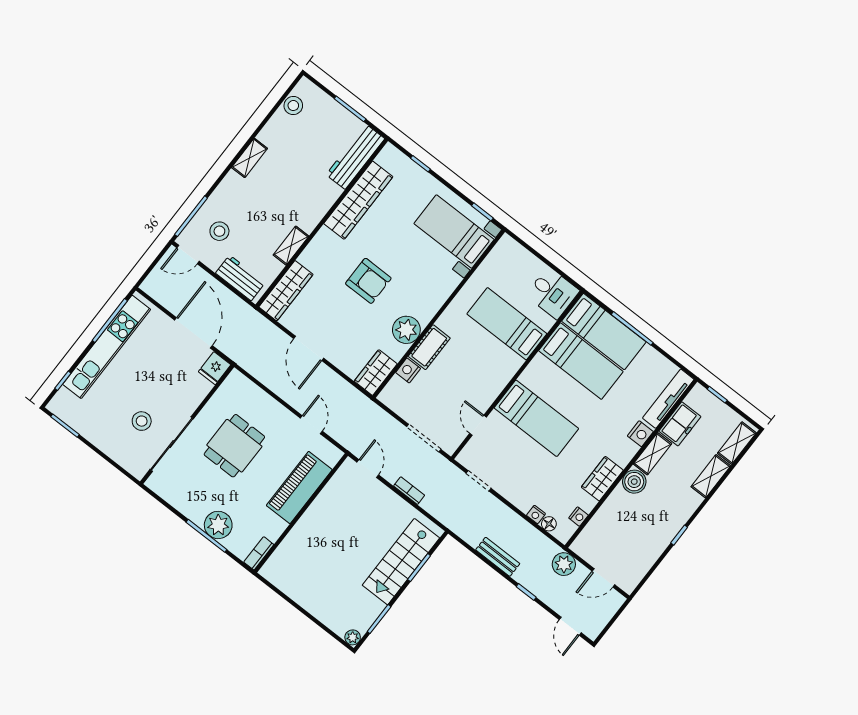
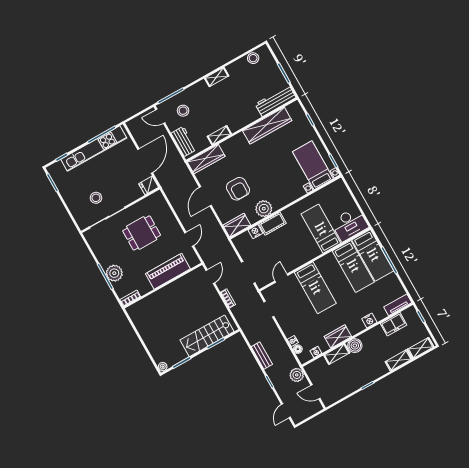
armchair: (368, 281) -> (238, 189), moved
desk: (552, 293) -> (350, 224), width x1.37
tv unit: (668, 399) -> (398, 305), width x0.71
shelving: (653, 454) -> (337, 354), moved

